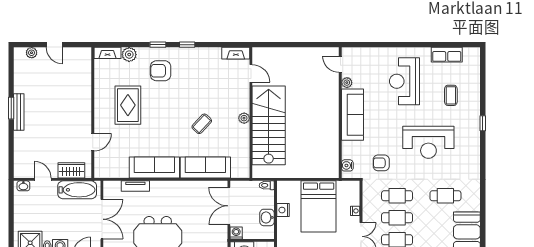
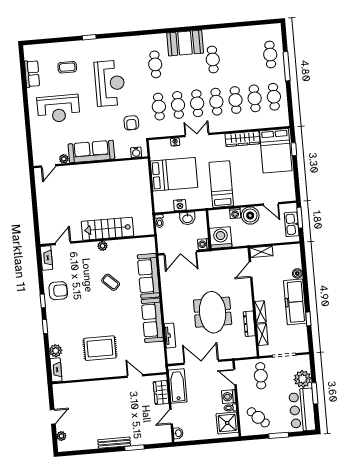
armchair: (161, 71) -> (58, 291), moved, turned -90
window: (11, 108) -> (134, 448), moved
stairs: (269, 125) -> (108, 229), width x0.73, depth x0.66

